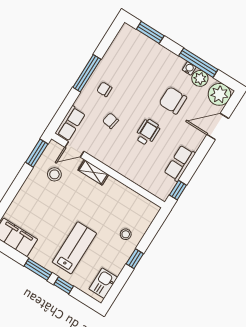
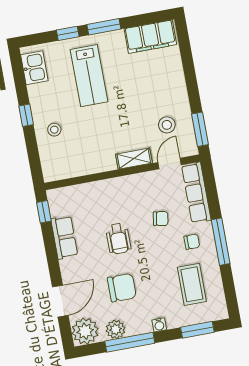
coffee table: (128, 63) -> (192, 284), added
water cooler: (189, 68) -> (159, 325), moved
row of seats: (70, 123) -> (196, 193), width x1.48

